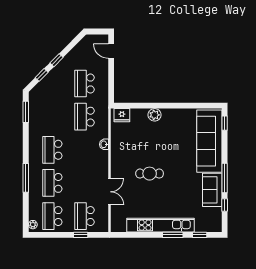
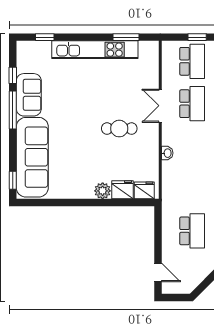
fridge: (139, 116) -> (123, 190), added
school desk: (85, 117) -> (192, 104), moved
cafe table: (150, 174) -> (119, 129), moved
double door: (109, 192) -> (160, 106), moved
window: (173, 235) -> (126, 37), moved

